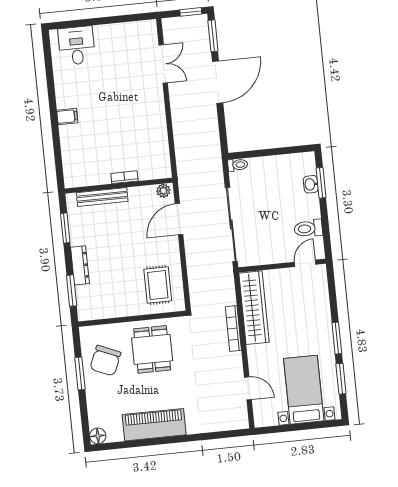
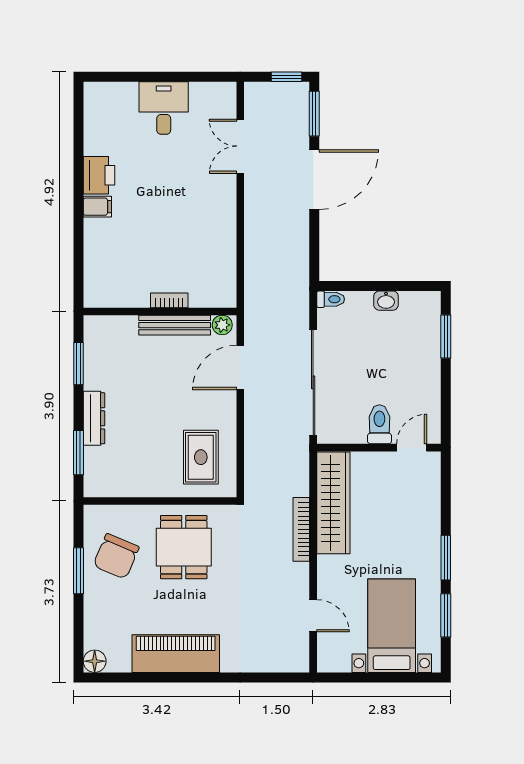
desk: (77, 46) -> (164, 108), moved
double door: (163, 64) -> (240, 146), swing flipped
printer: (66, 94) -> (99, 175), added
washbasin: (311, 184) -> (386, 301), moved, turned -90
bench: (102, 197) -> (175, 325), moved
toilet: (308, 228) -> (379, 424), moved, turned 90

